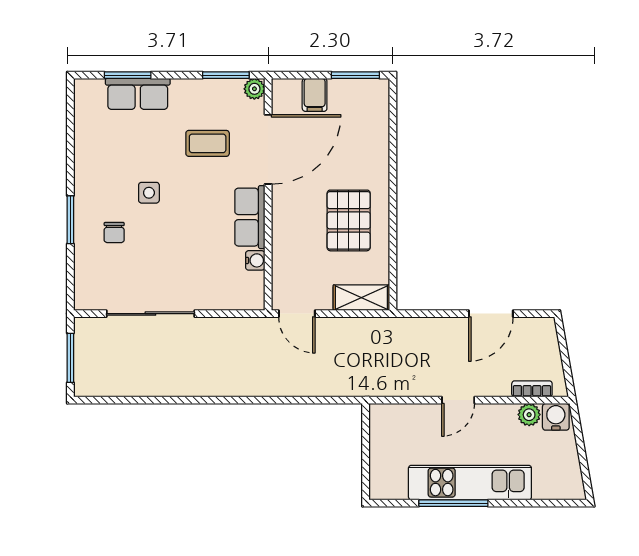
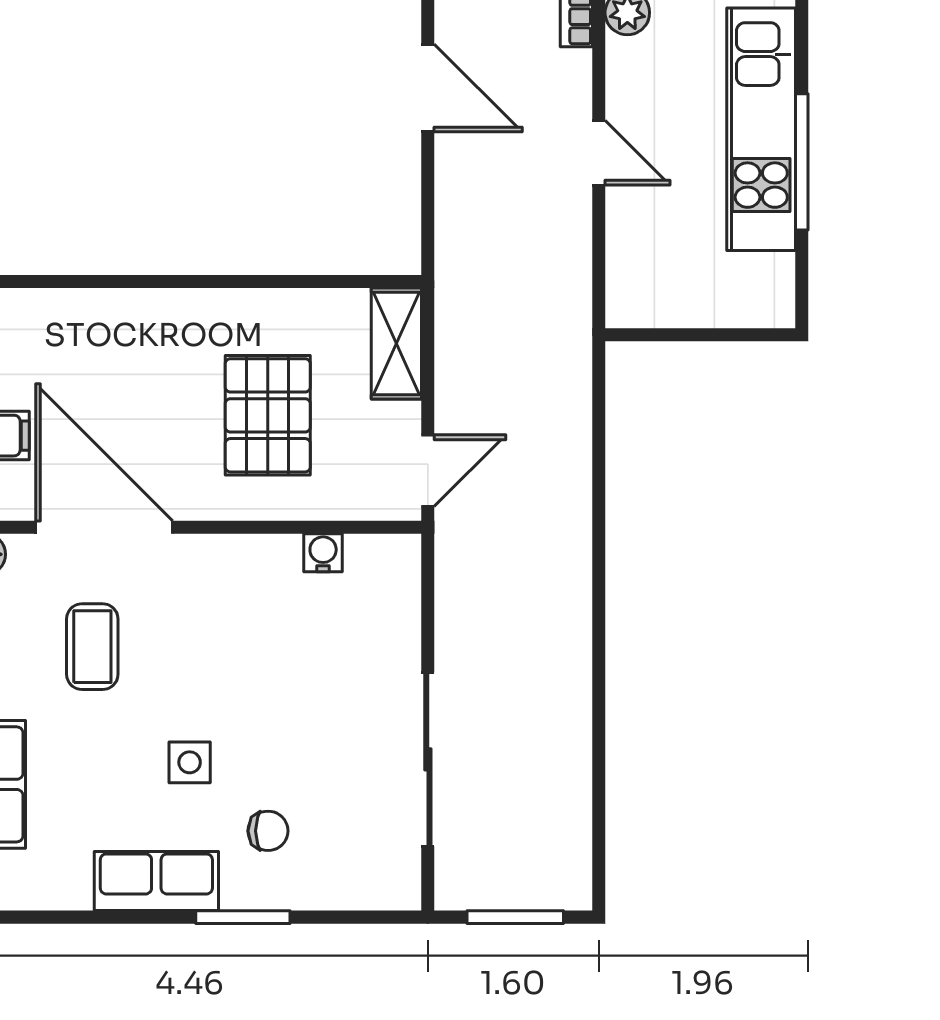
row of seats: (250, 217) -> (156, 881), moved, turned 180
pallet: (349, 220) -> (268, 415), moved, turned 90

